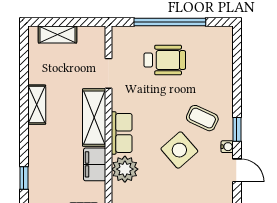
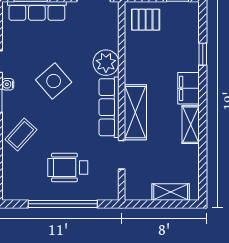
coffee table: (202, 118) -> (21, 134), moved, turned -73
row of seats: (122, 133) -> (109, 107), width x1.48
filing cabinet: (95, 164) -> (189, 88), moved, turned 180

